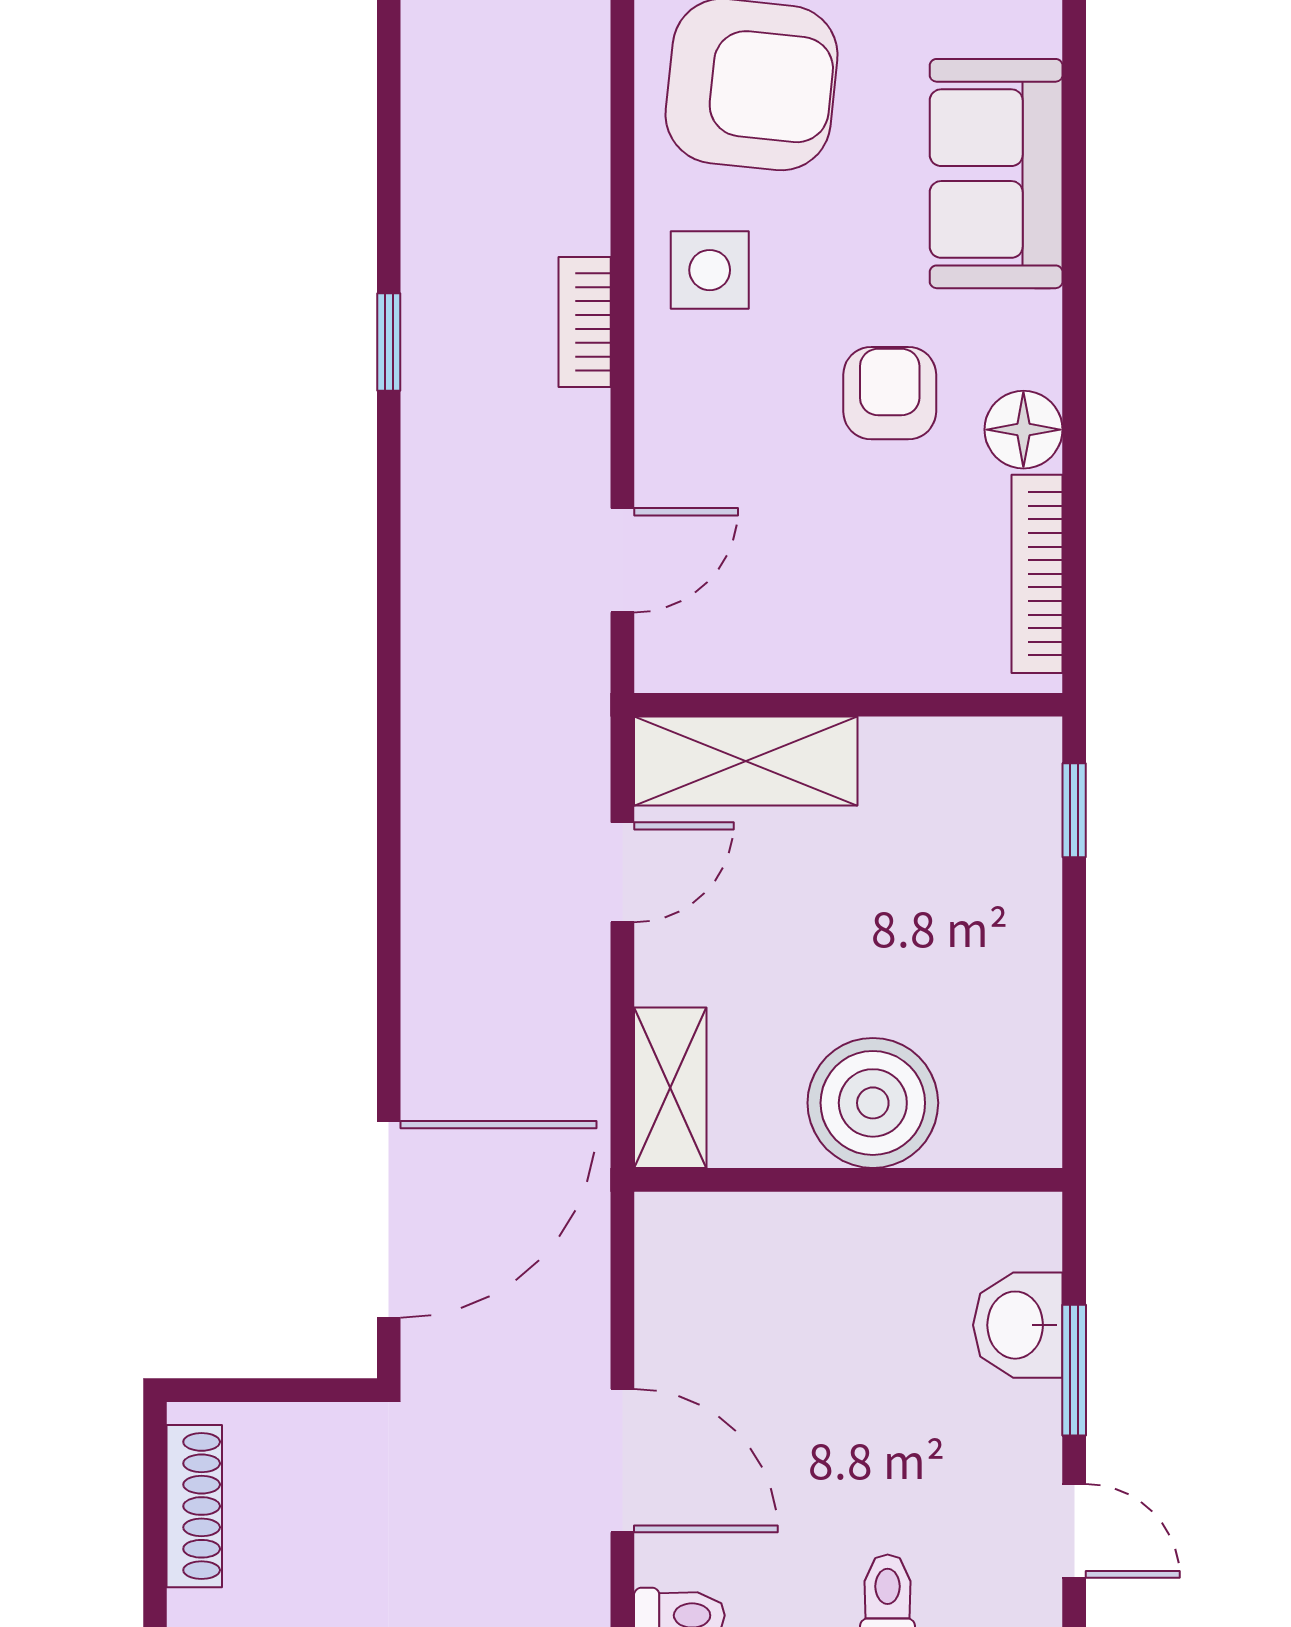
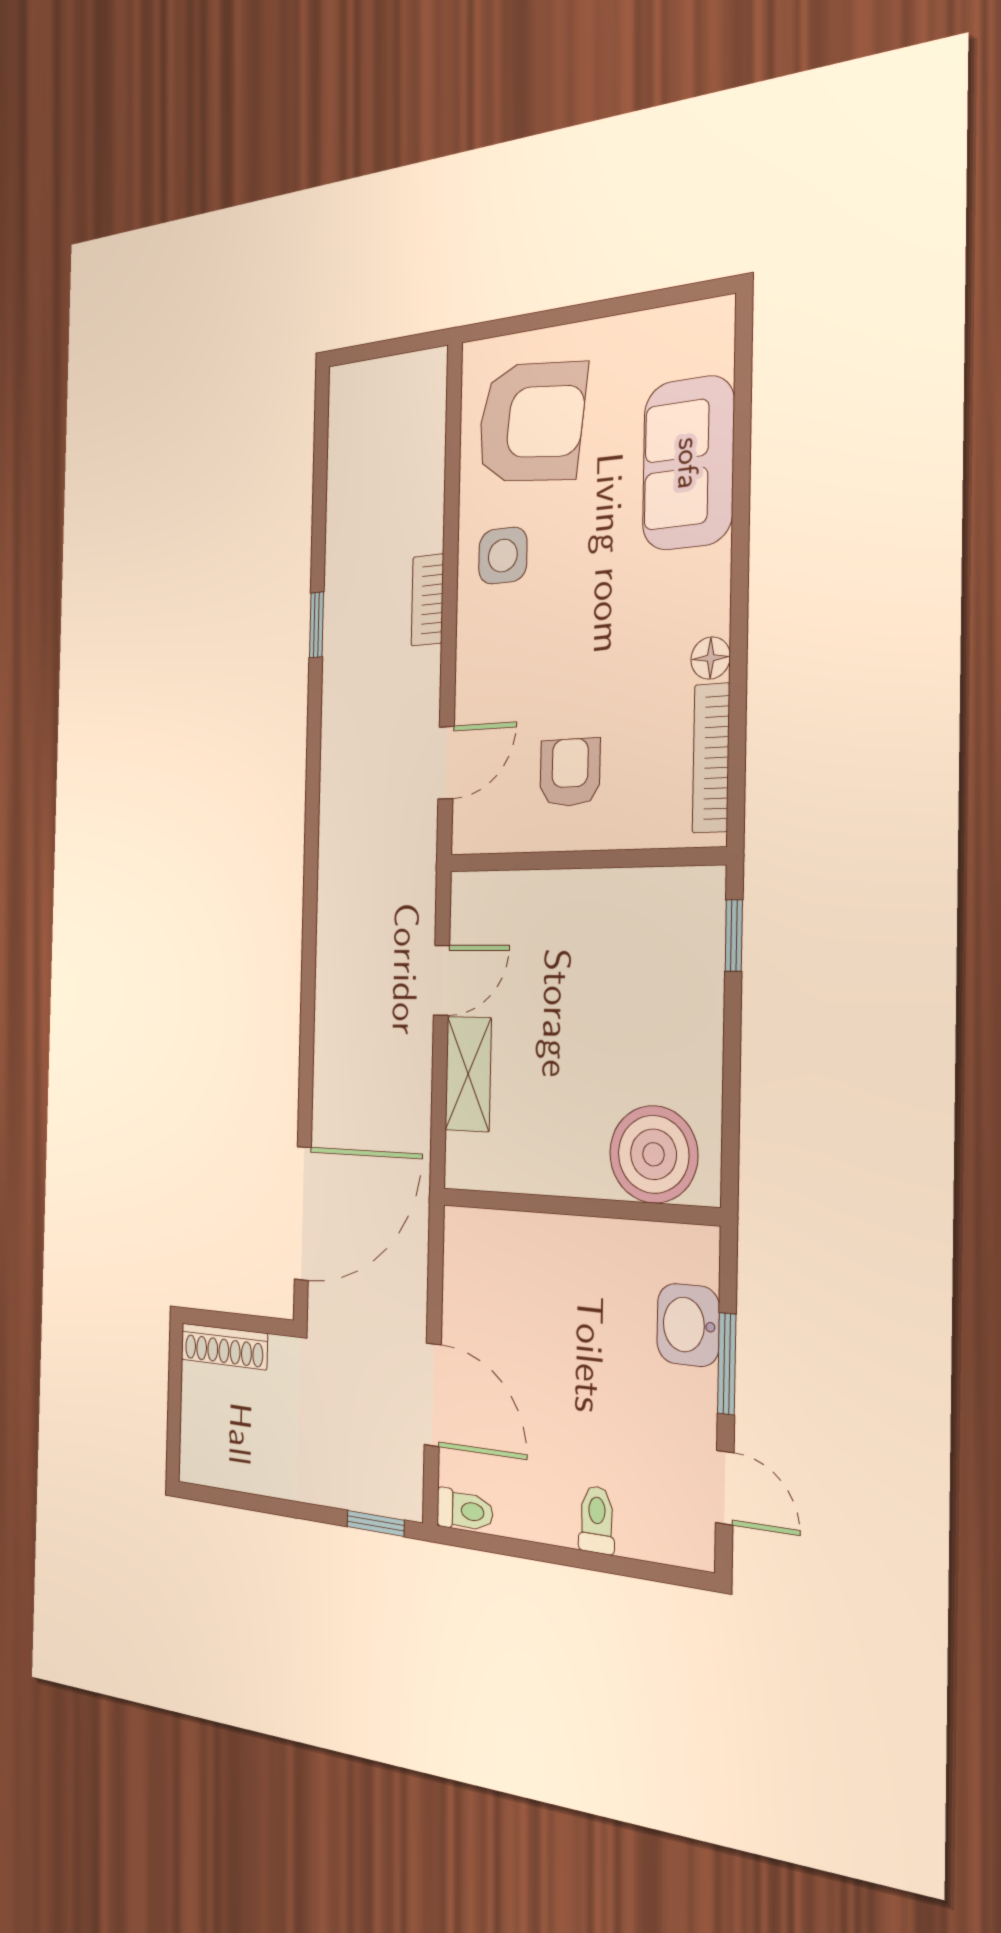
armchair: (890, 393) -> (570, 772), moved
floor lamp: (1023, 430) -> (711, 658), width x0.73, depth x0.73
shelving: (746, 761) -> (518, 901), removed
shelving: (670, 1088) -> (468, 1074), moved
boiler: (873, 1103) -> (654, 1154), moved
shoe rack: (194, 1506) -> (224, 1346), moved, turned 90

